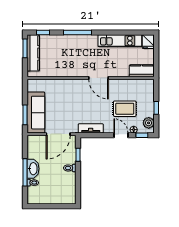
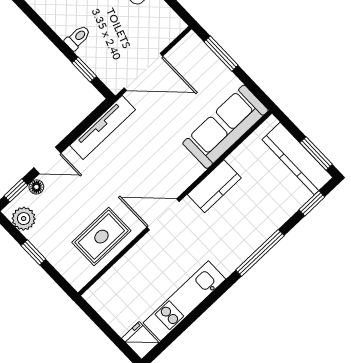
kitchen counter: (142, 71) -> (214, 186), moved
rug: (125, 109) -> (101, 237), moved
sofa: (36, 113) -> (225, 127), moved, turned 90
tv unit: (91, 128) -> (103, 127), width x1.41
door: (58, 134) -> (143, 72), swing flipped

